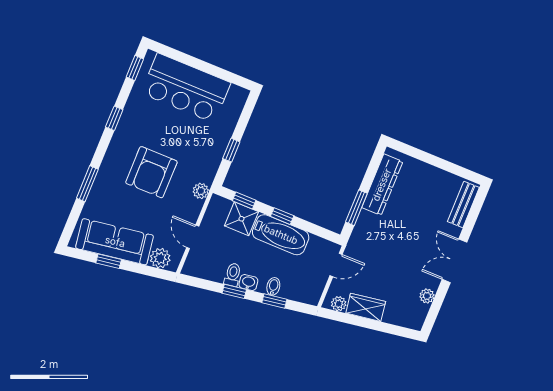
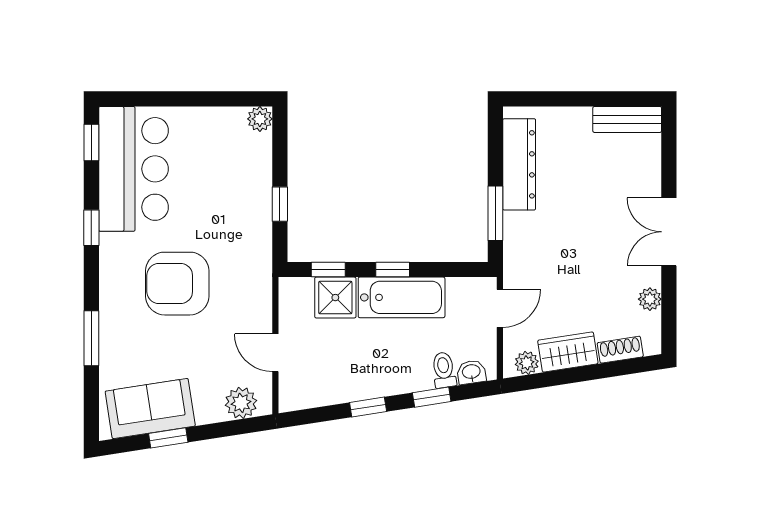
bar counter: (186, 88) -> (134, 169), moved, turned -90
armchair: (151, 172) -> (177, 284), turned 90
plant: (201, 191) -> (260, 119), moved
bench: (463, 205) -> (627, 119), moved, turned 90
sofa: (115, 242) -> (150, 409), width x0.73
toilet: (233, 275) -> (444, 370), moved
washbasin: (248, 283) -> (471, 372), moved
bidet: (273, 286) -> (422, 377), removed
shoe rack: (397, 319) -> (620, 350), added

